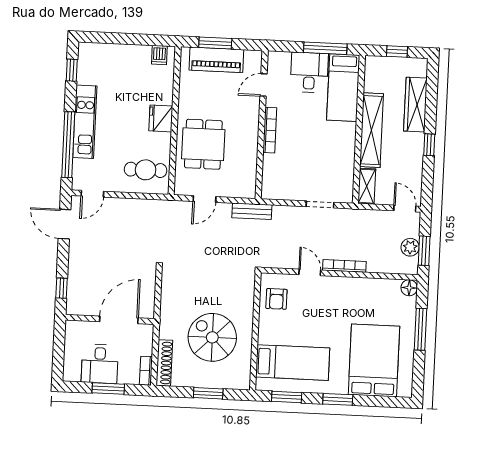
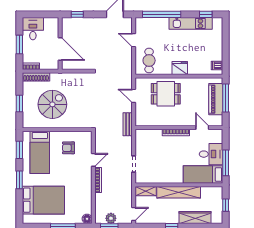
window: (215, 43) -> (226, 98), width x1.44
kitchen unit: (85, 122) -> (191, 23), moved
door: (92, 194) -> (134, 40), moved
armchair: (276, 299) -> (69, 148), moved
desk: (100, 364) -> (33, 29), moved, turned 90

